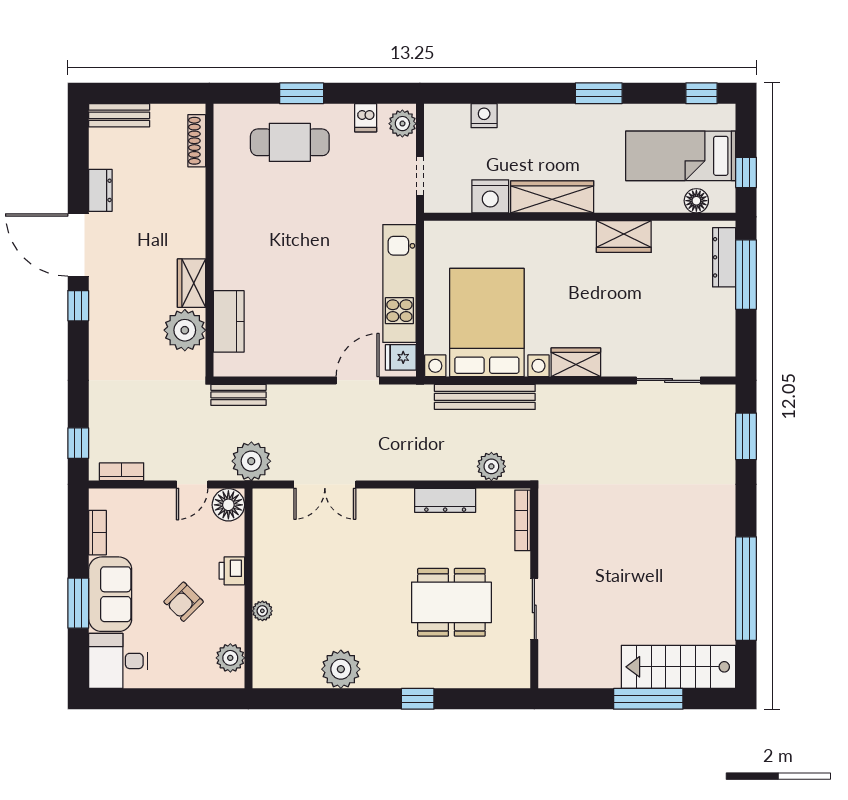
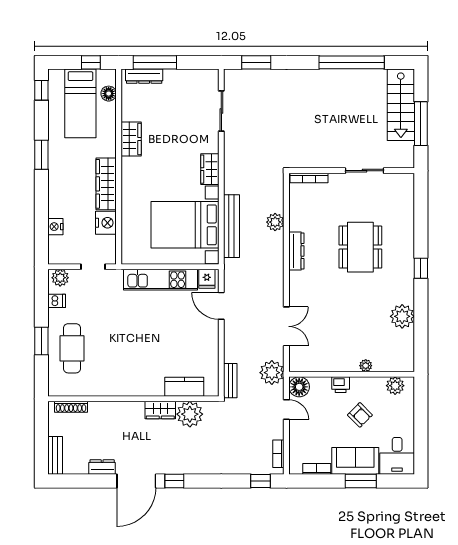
bookcase: (523, 520) -> (309, 178), moved
wall: (534, 588) -> (352, 171), moved
sliding door: (534, 609) -> (364, 171), moved

